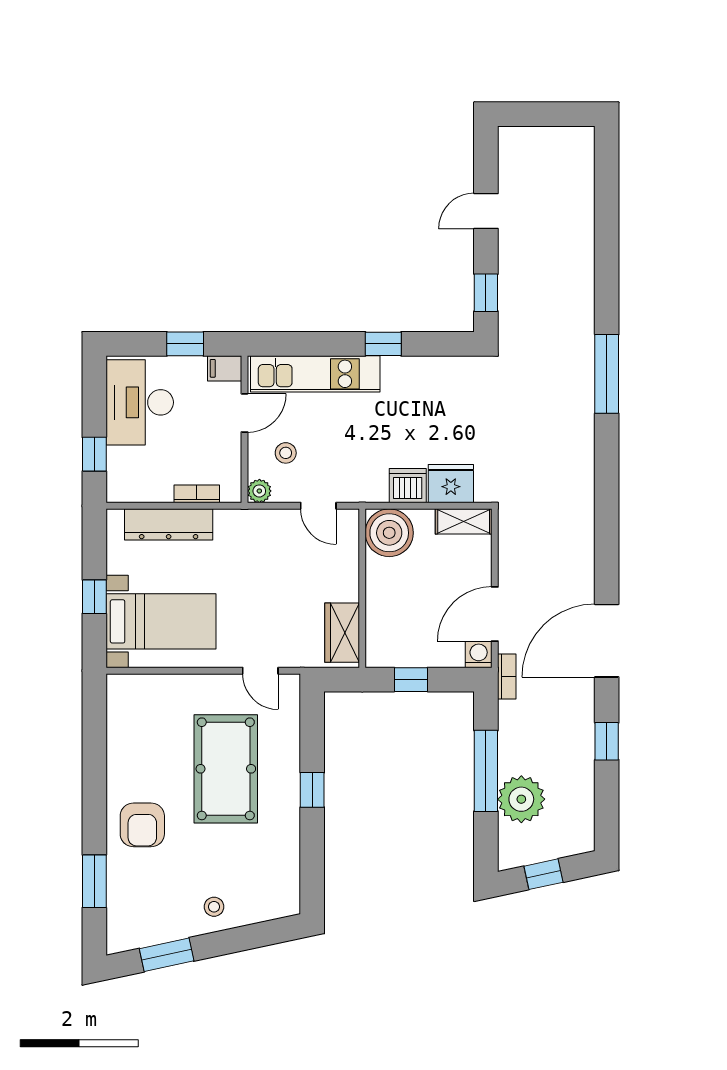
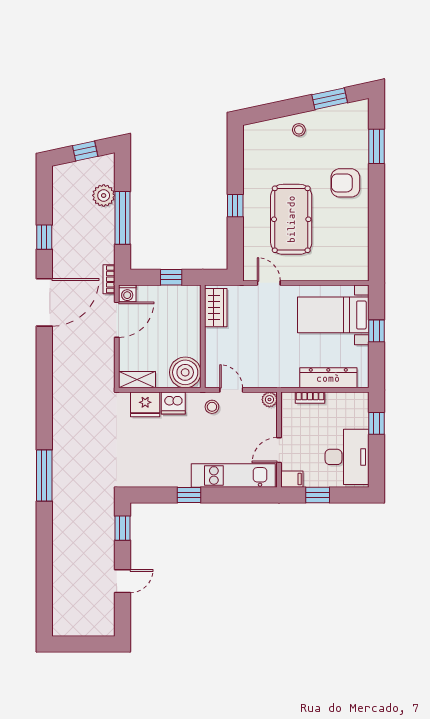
stool: (286, 453) -> (212, 407), moved
plant: (521, 799) -> (104, 195), width x0.73, depth x0.73
armchair: (142, 825) -> (345, 183), turned -90

